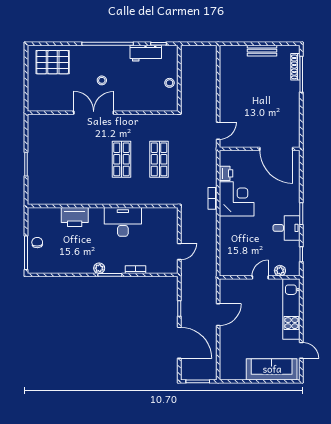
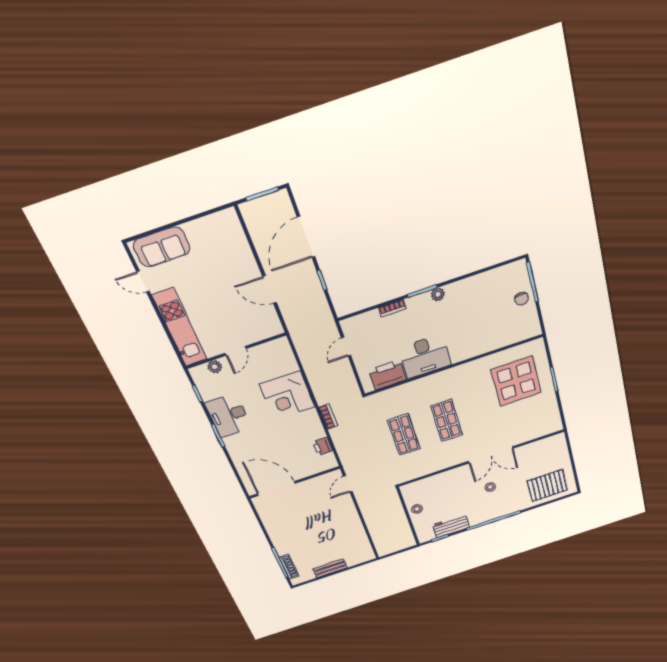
display table: (57, 174) -> (516, 381), added
corner desk: (237, 199) -> (287, 395), moved
printer: (75, 217) -> (387, 375), moved
desk: (287, 228) -> (228, 415), width x1.37
door: (218, 315) -> (270, 290), hinge flipped
door: (179, 343) -> (306, 237), hinge flipped
sofa: (272, 369) -> (162, 247), width x0.73

